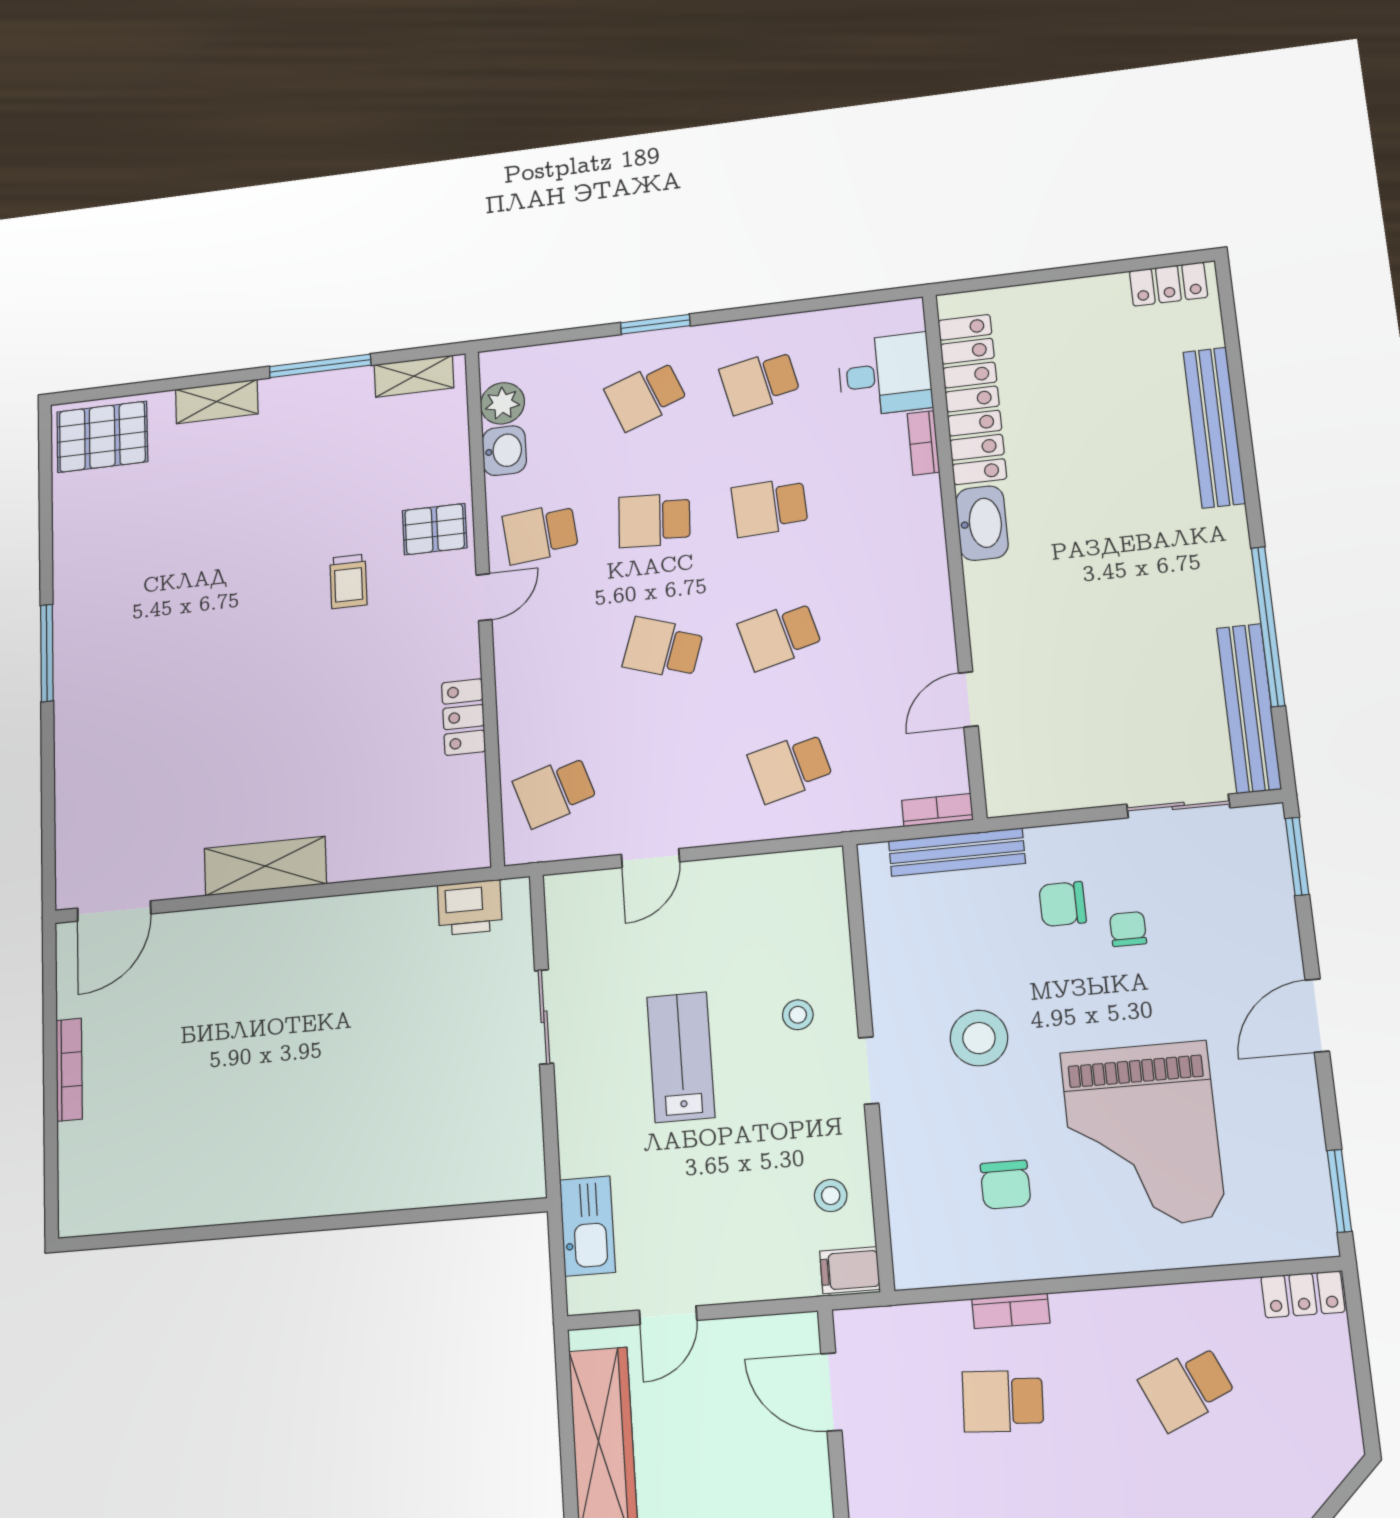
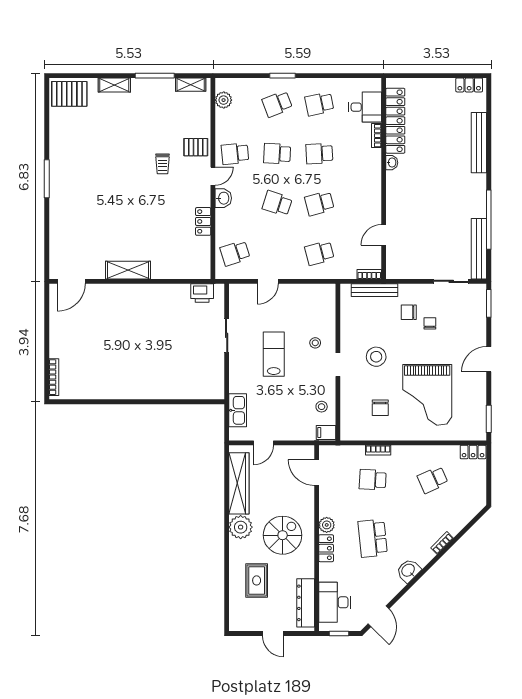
washbasin: (504, 451) -> (223, 198), moved
washbasin: (982, 523) -> (392, 163), width x0.52, depth x0.69
bookcase: (69, 1070) -> (54, 377), moved

